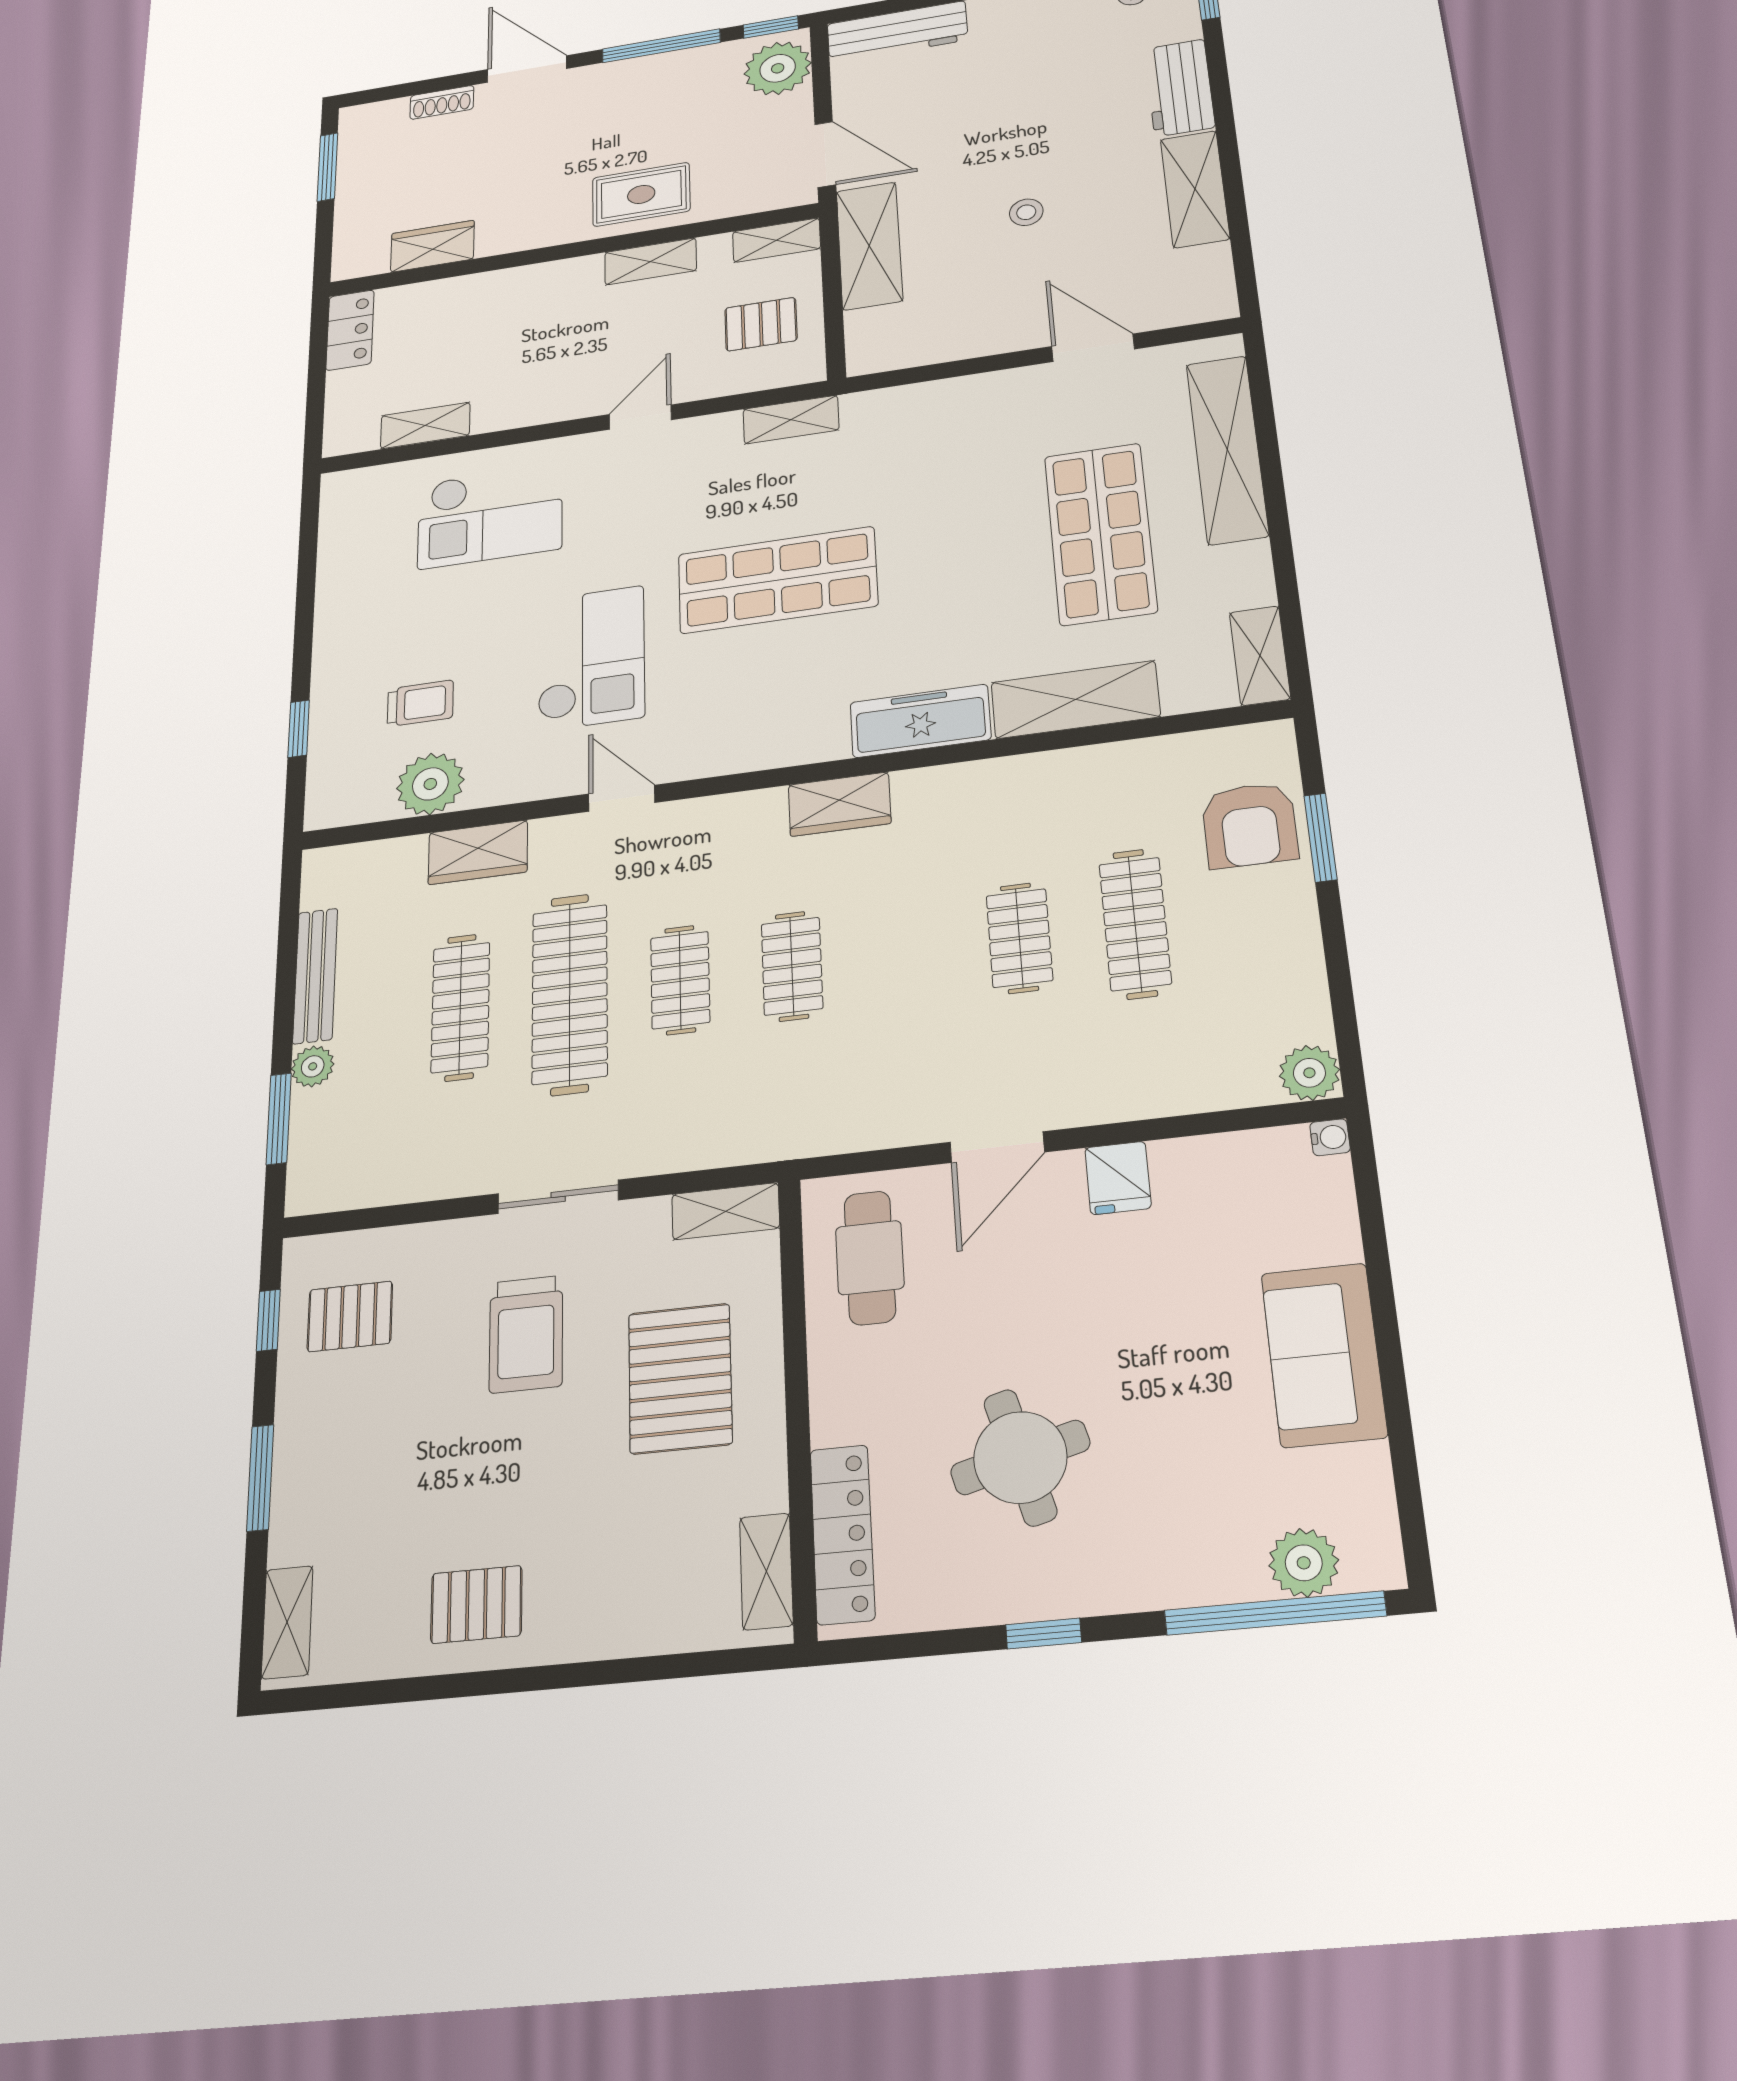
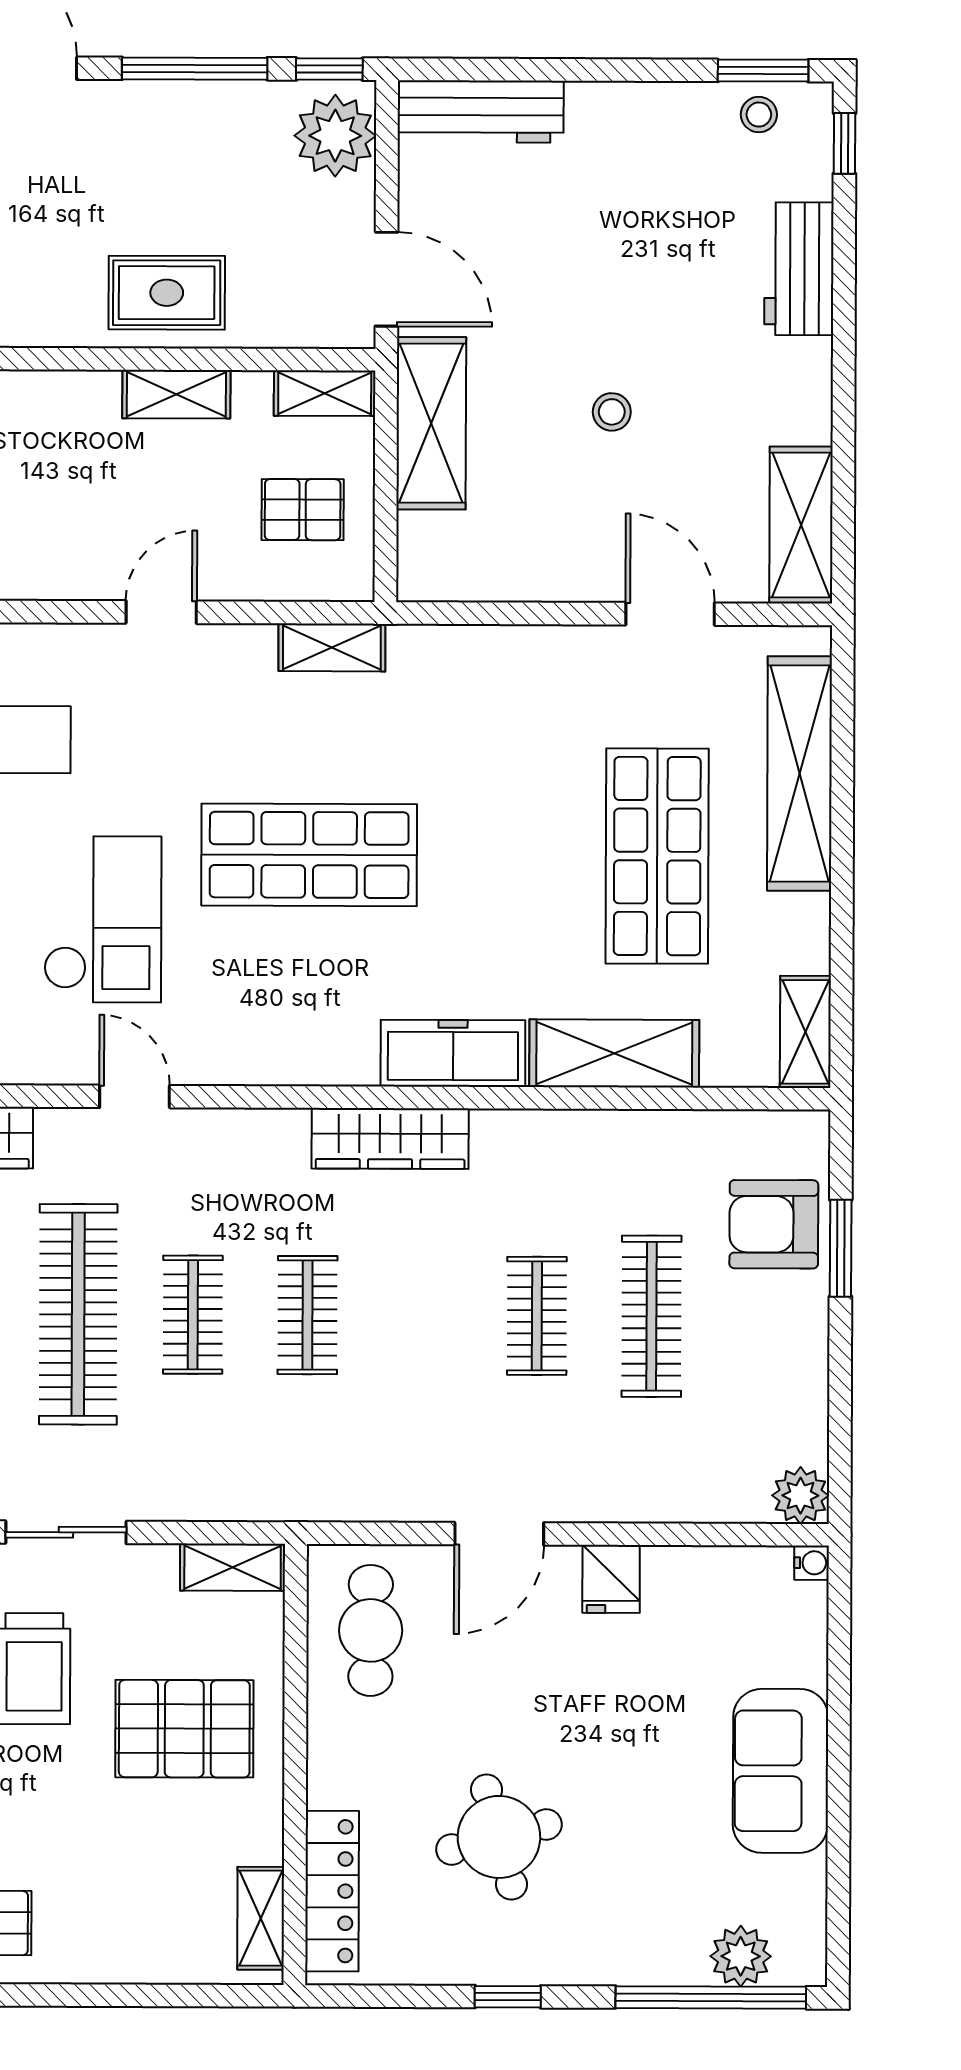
shelving: (1195, 189) -> (801, 525), moved
wardrobe: (839, 804) -> (390, 1138), width x1.50
armchair: (1250, 825) -> (774, 1224), turned 90
pallet: (680, 1378) -> (184, 1729), turned 90

